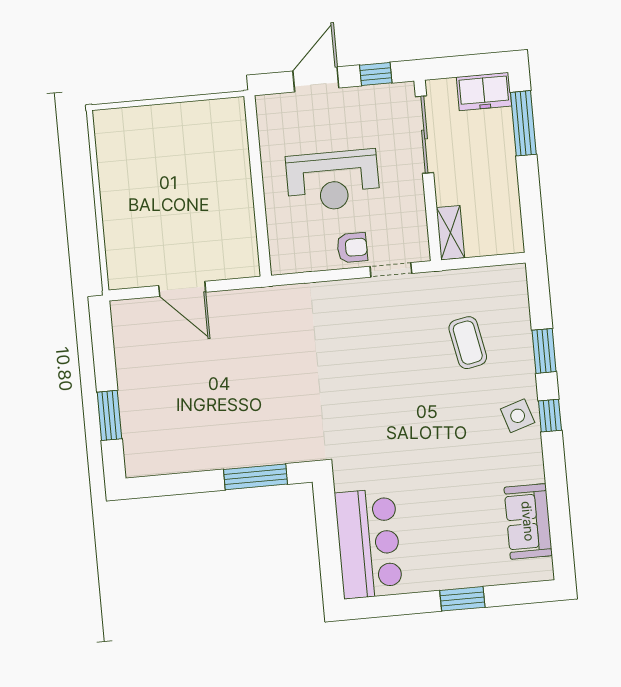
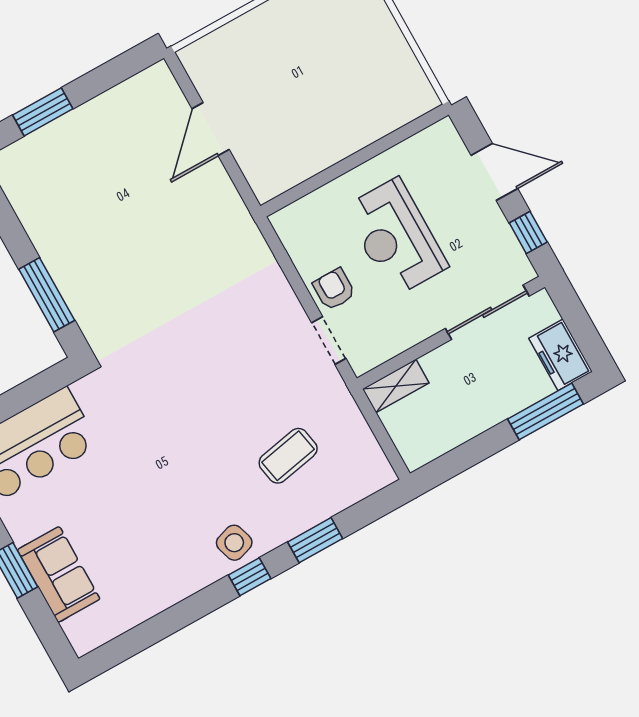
armchair: (352, 248) -> (334, 289), turned 180
sofa: (528, 521) -> (59, 574), moved, turned 90

